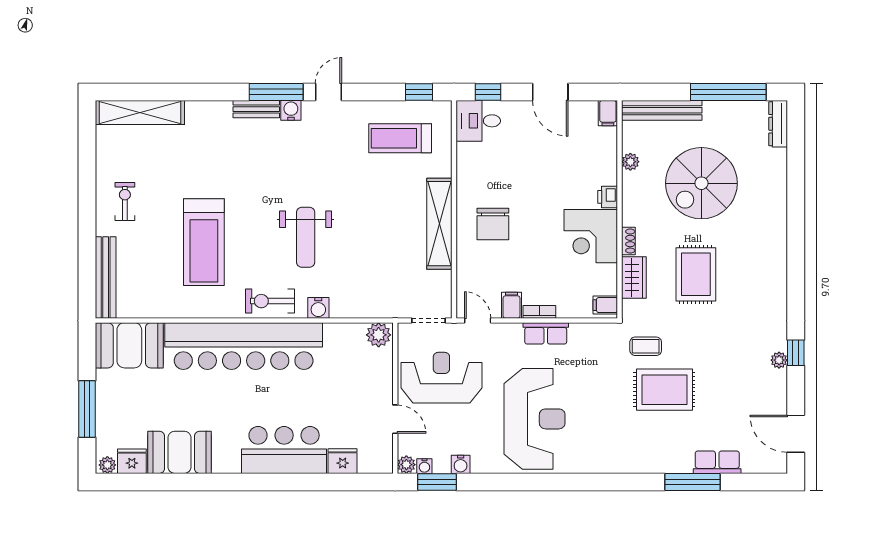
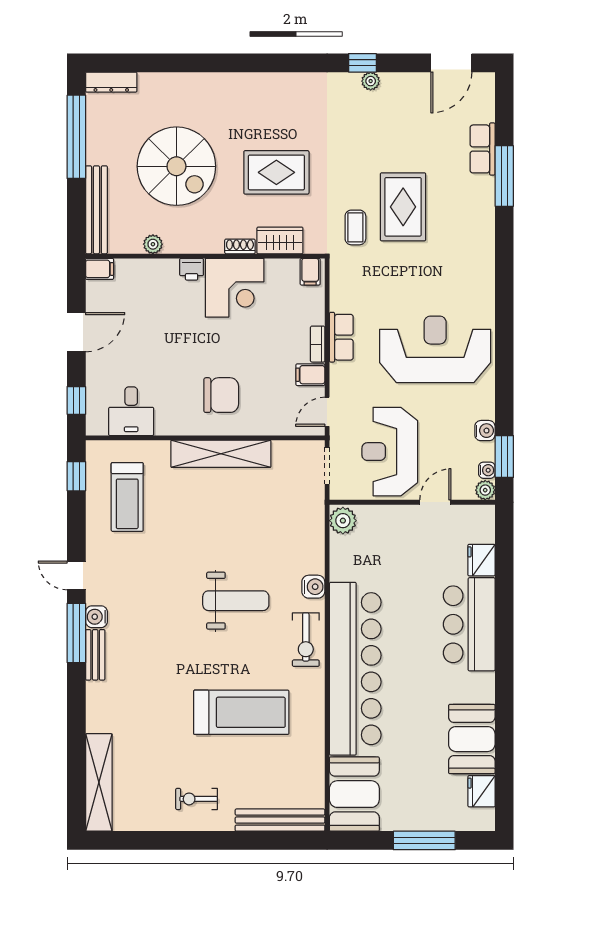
desk: (478, 121) -> (131, 411), moved
plant: (107, 465) -> (486, 818), removed

